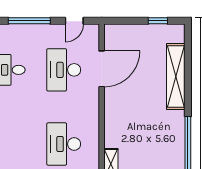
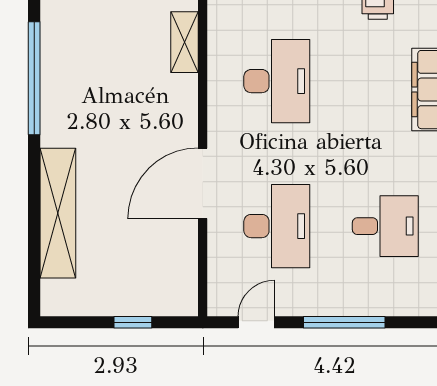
window: (158, 21) -> (133, 322), moved
door: (102, 69) -> (203, 183), moved

